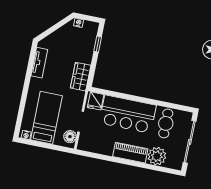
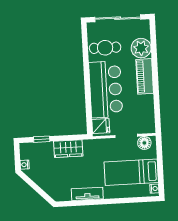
tv unit: (39, 63) -> (87, 194), moved
wardrobe: (81, 77) -> (68, 149), moved

